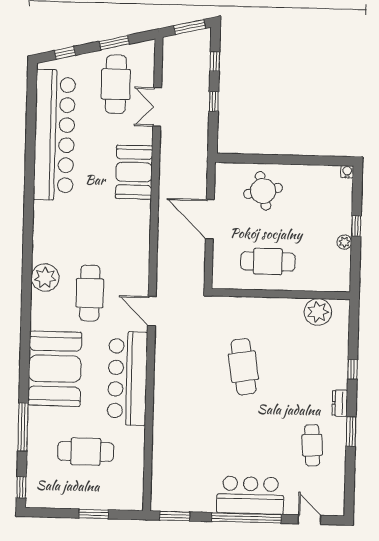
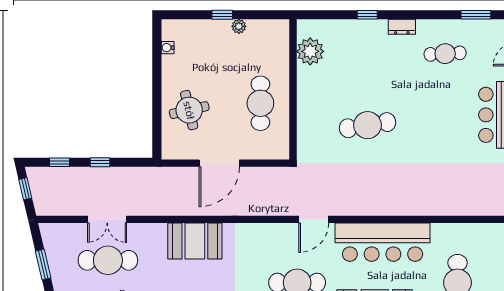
window: (190, 27) -> (25, 189), width x0.67
cafe table: (116, 84) -> (108, 260), moved
booth: (134, 172) -> (195, 241), moved
water cooler: (347, 172) -> (168, 48), moved
window: (351, 432) -> (476, 15), moved

